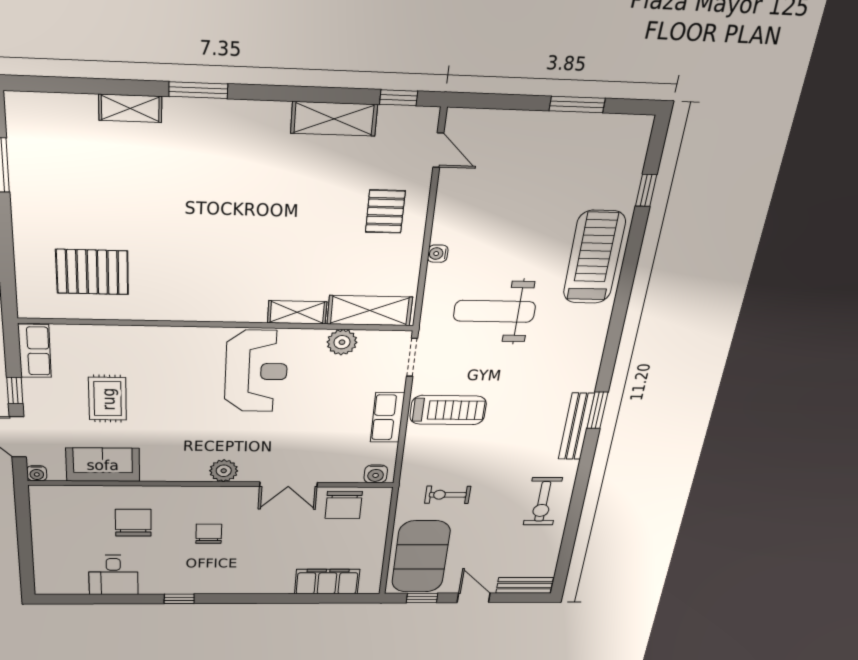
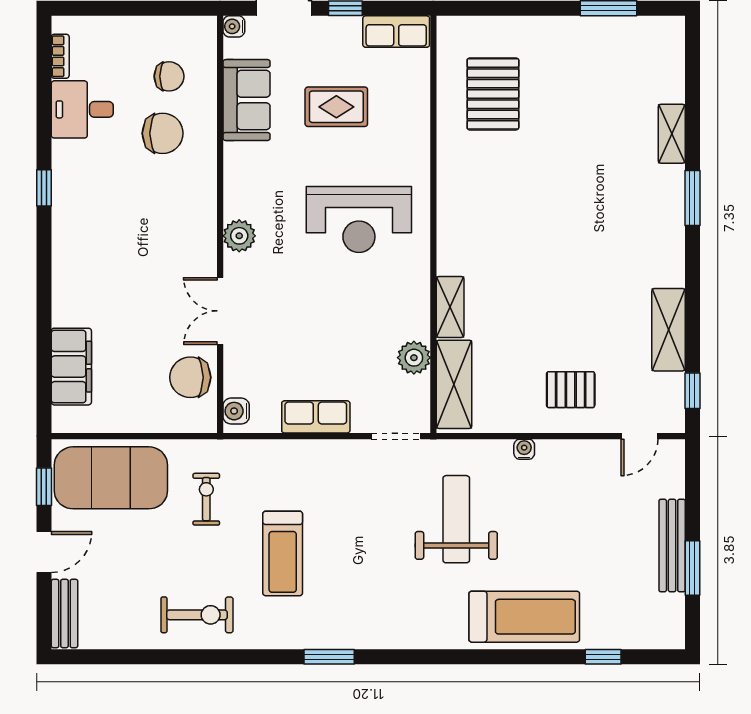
reception desk: (256, 371) -> (359, 220), moved
treadmill: (448, 410) -> (283, 553), moved
bench: (576, 426) -> (672, 545), moved, turned 90
exercise bike: (543, 501) -> (197, 615), turned 180
chair: (209, 534) -> (169, 76), moved
bookcase: (69, 589) -> (60, 56), added

